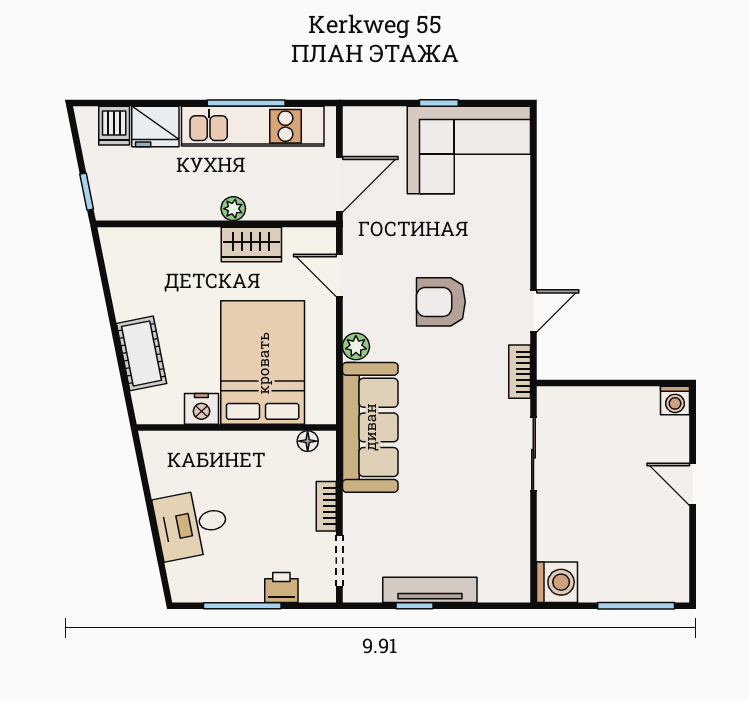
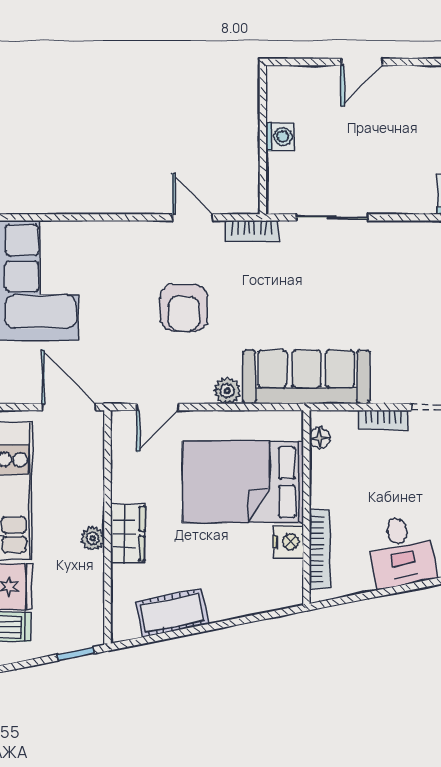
plant: (233, 209) -> (93, 538), moved
wardrobe: (251, 244) -> (128, 534), moved
cot: (141, 353) -> (172, 613), moved
washing machine: (675, 401) -> (280, 137), moved
bookcase: (194, 441) -> (320, 549), added

